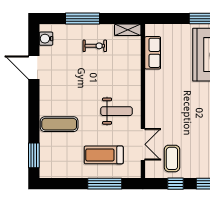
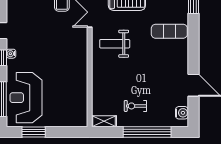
window: (83, 19) -> (147, 132), width x1.46
row of seats: (153, 53) -> (80, 99), removed

